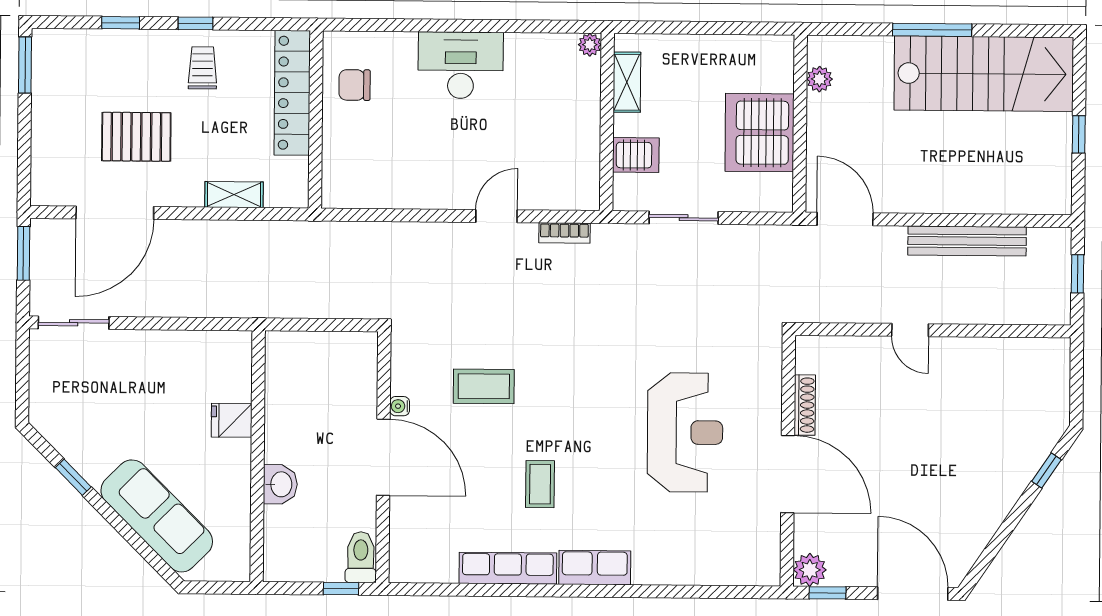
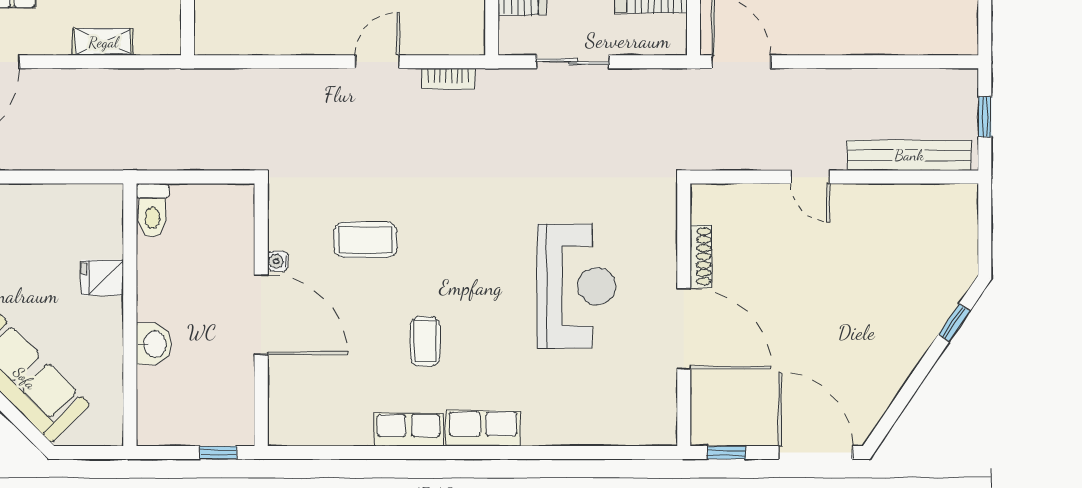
bench: (967, 241) -> (909, 155), moved
toilet: (361, 557) -> (152, 210), moved, turned 180
row of seats: (508, 568) -> (409, 430), width x0.68
plant: (810, 570) -> (708, 429), removed

